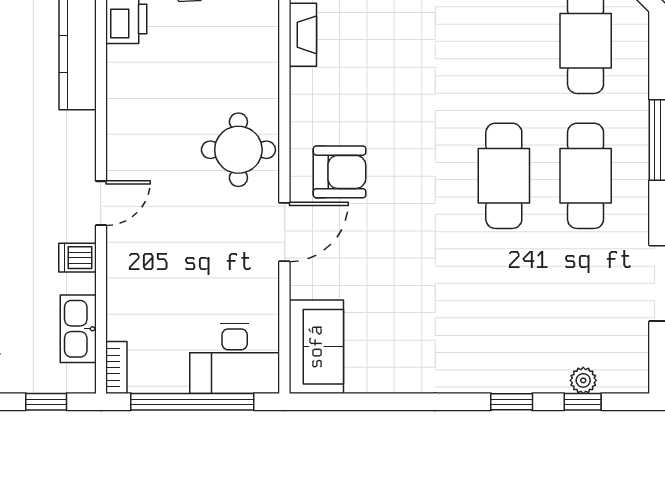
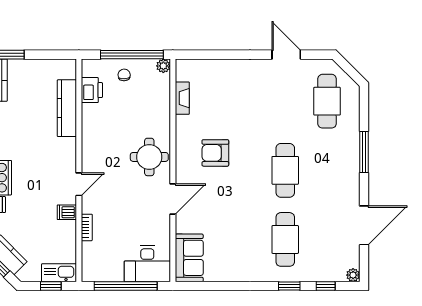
armchair: (340, 172) -> (215, 153), moved, turned 180
cafe table: (586, 176) -> (285, 239), moved
kitchen sink: (78, 329) -> (59, 273), moved, turned 90
bookcase: (116, 368) -> (87, 227), moved
plant: (583, 380) -> (353, 275), moved

